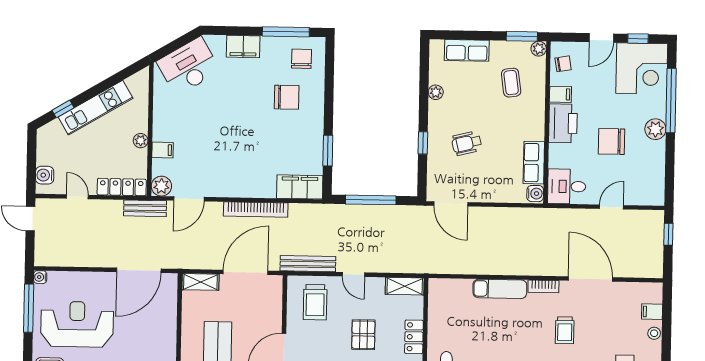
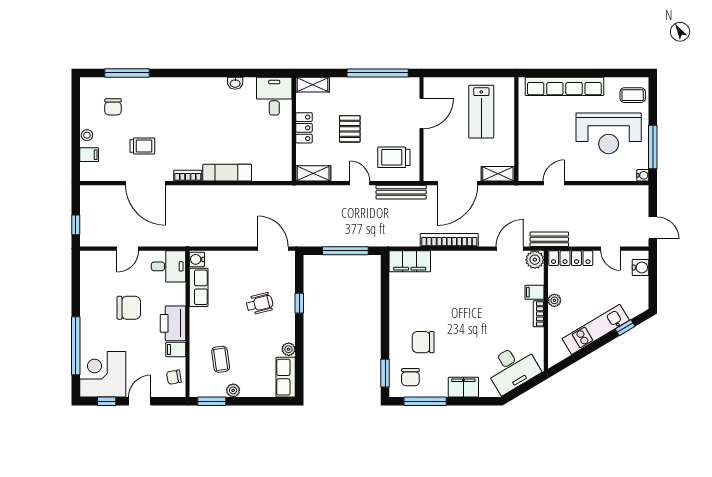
plant: (539, 49) -> (233, 390), moved
row of seats: (467, 50) -> (286, 377), moved, turned -90
bookcase: (158, 126) -> (539, 314), added
plant: (655, 129) -> (89, 320), removed
window: (328, 151) -> (385, 373), moved
door: (139, 270) -> (554, 183), width x0.53
trolley: (315, 302) -> (394, 157), turned -90
trolley: (565, 330) -> (142, 146), moved, turned 90

